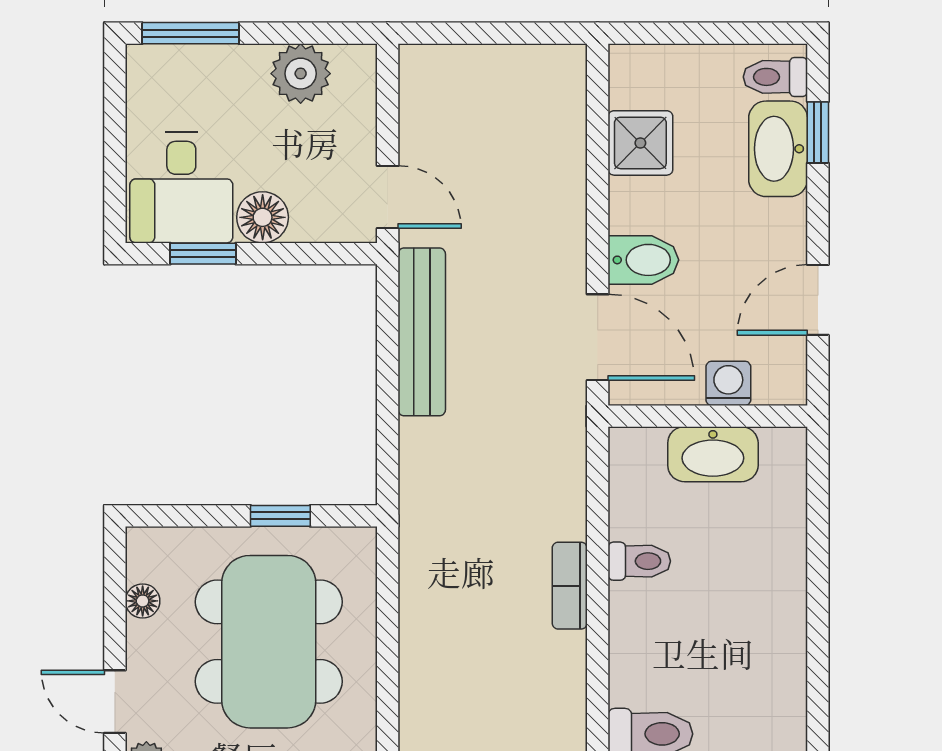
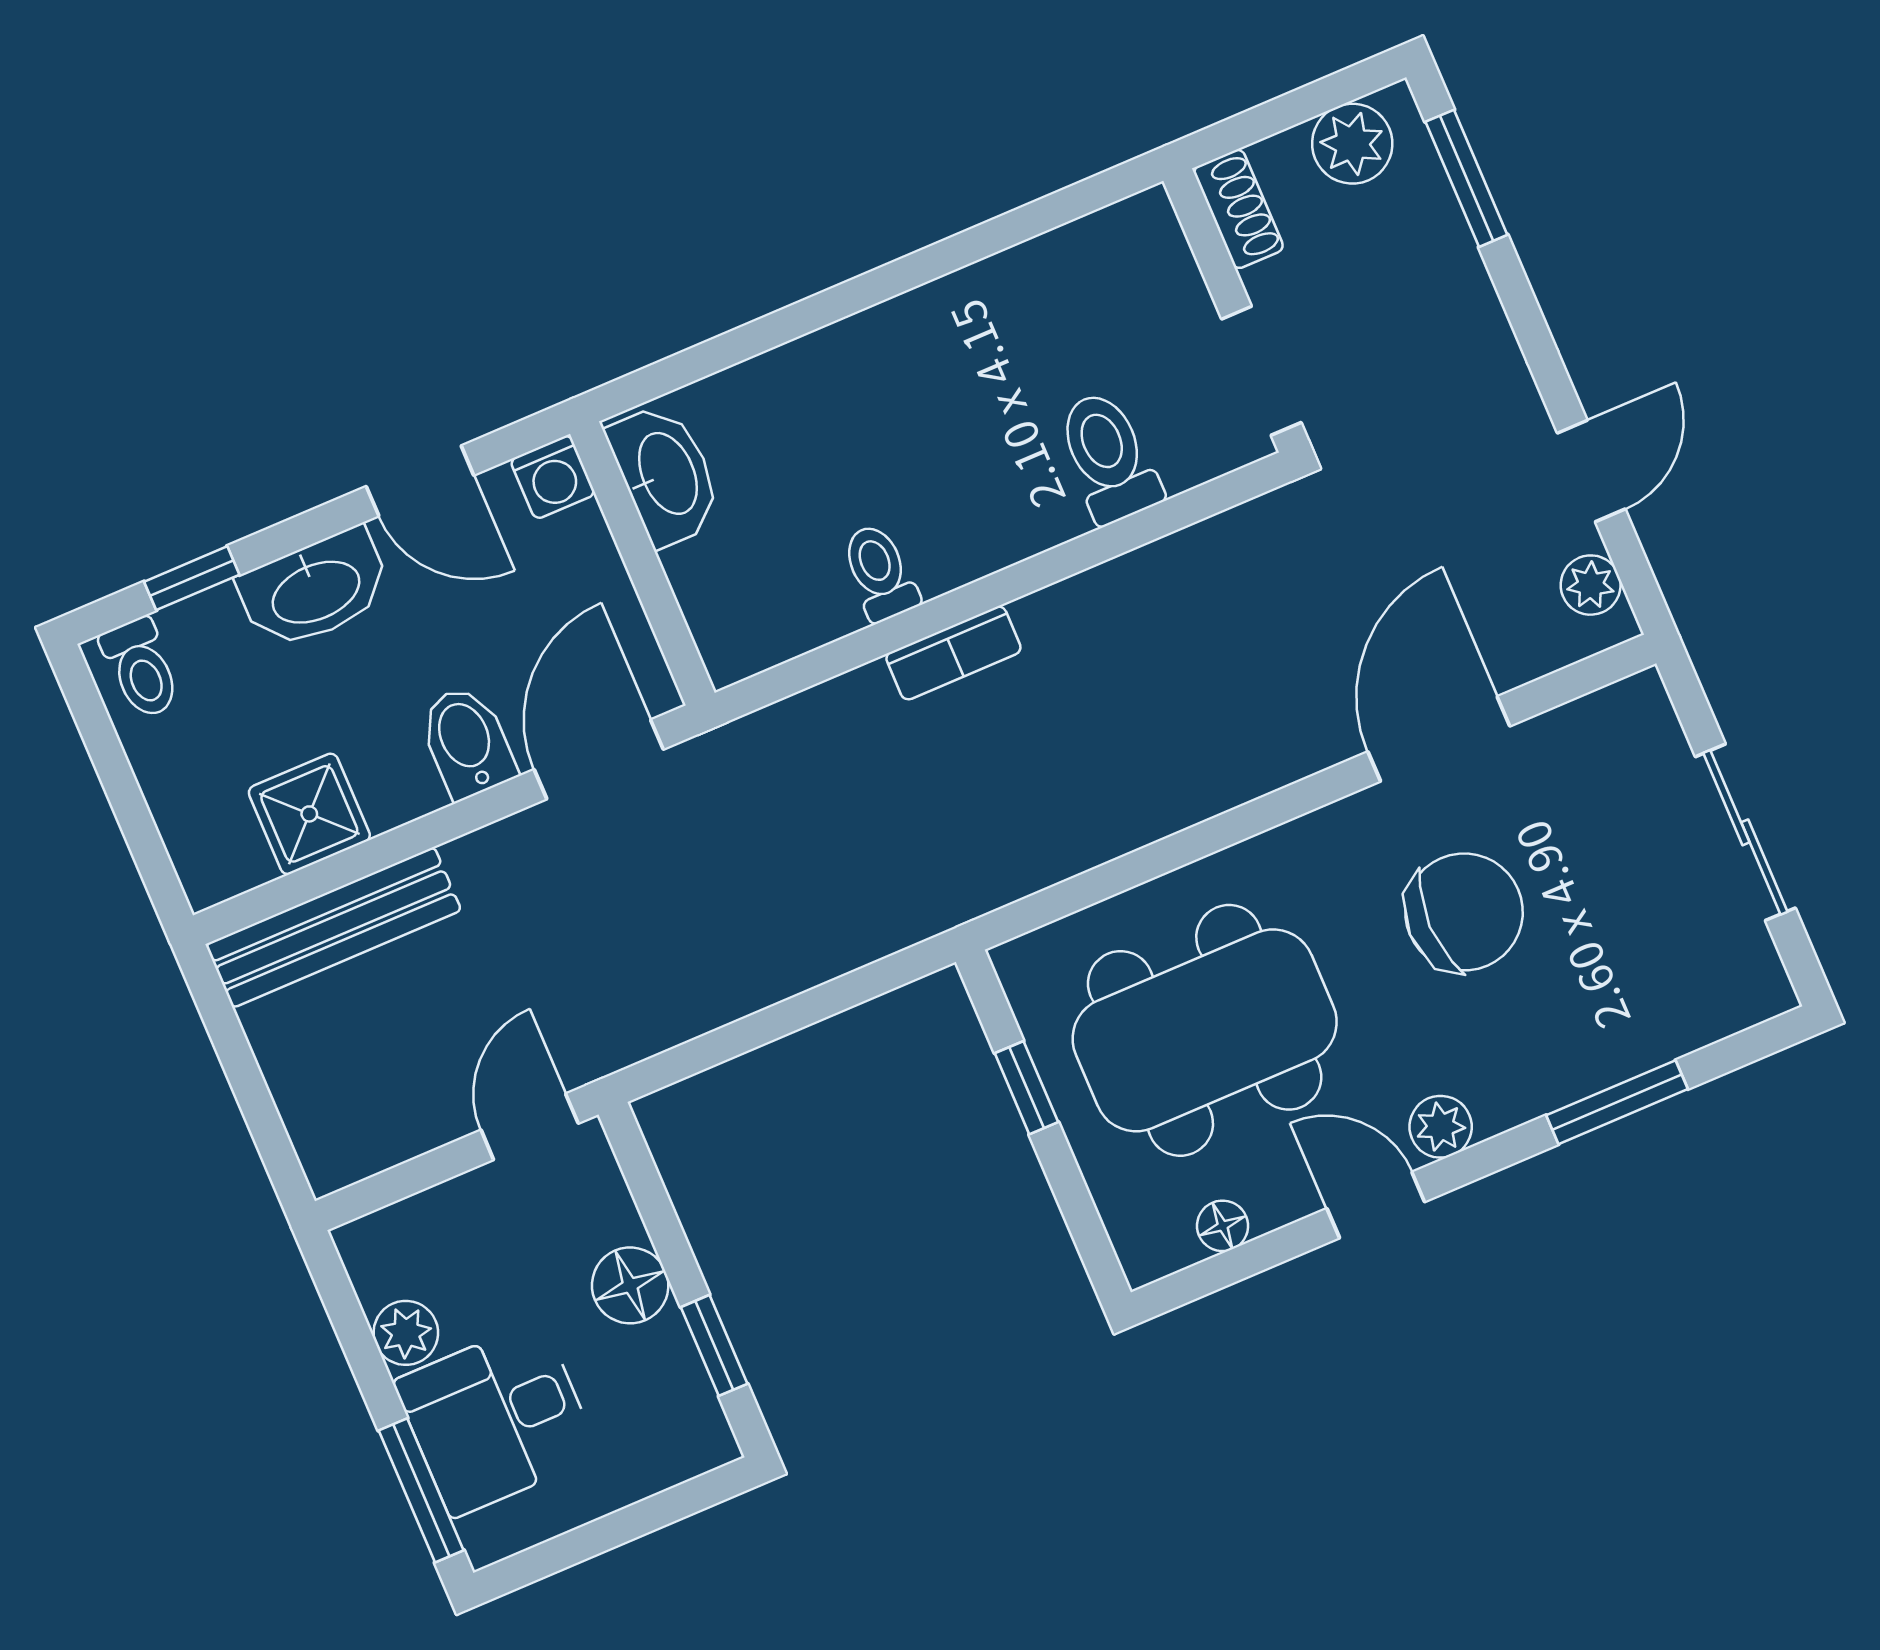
plant: (301, 74) -> (406, 1333), width x0.73, depth x0.73
washbasin: (778, 149) -> (315, 590), moved
desk: (181, 188) -> (497, 1419), moved, turned 180
bench: (422, 332) -> (333, 927), moved
washing machine: (728, 383) -> (553, 477), moved, turned -90
washbasin: (713, 454) -> (666, 474), moved
door: (115, 702) -> (1376, 1205), swing flipped

